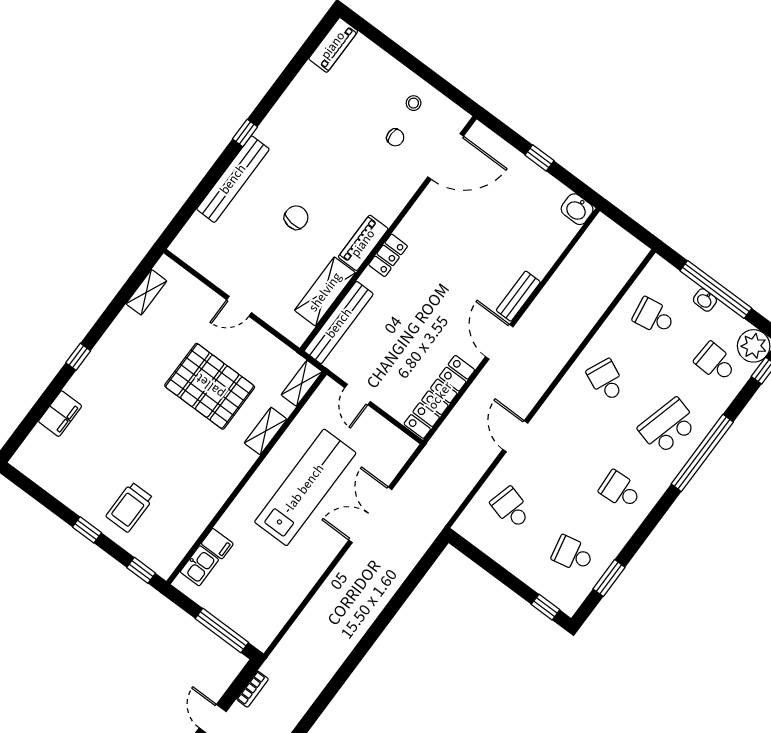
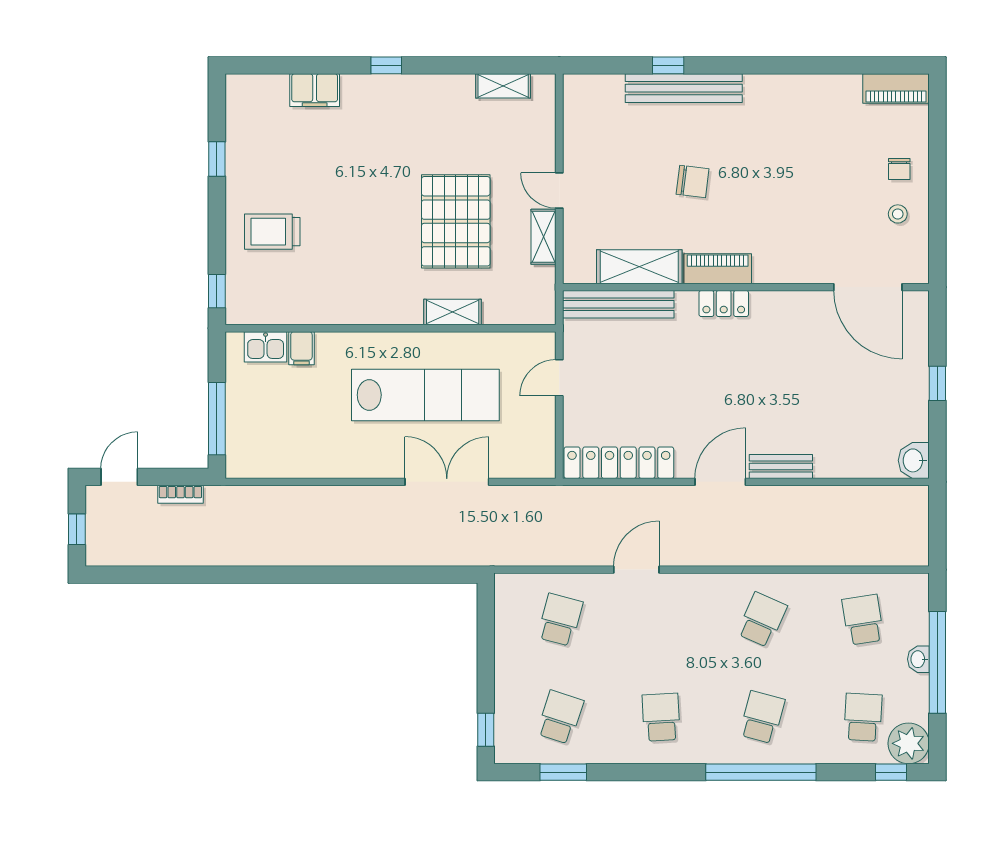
window: (245, 133) -> (668, 65), moved
chair: (395, 137) -> (899, 169), moved
shelving: (302, 383) -> (544, 237), moved, turned 90
school desk: (668, 426) -> (762, 717), width x0.54
window: (87, 530) -> (217, 159), moved
school desk: (573, 554) -> (560, 717), turned 30

